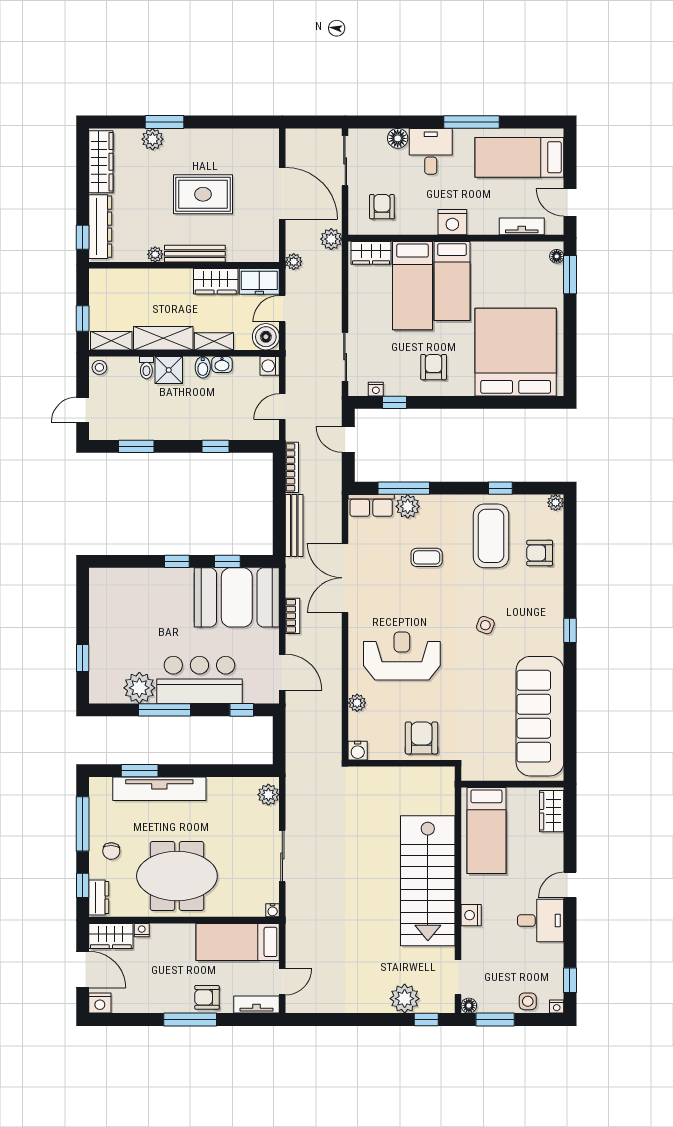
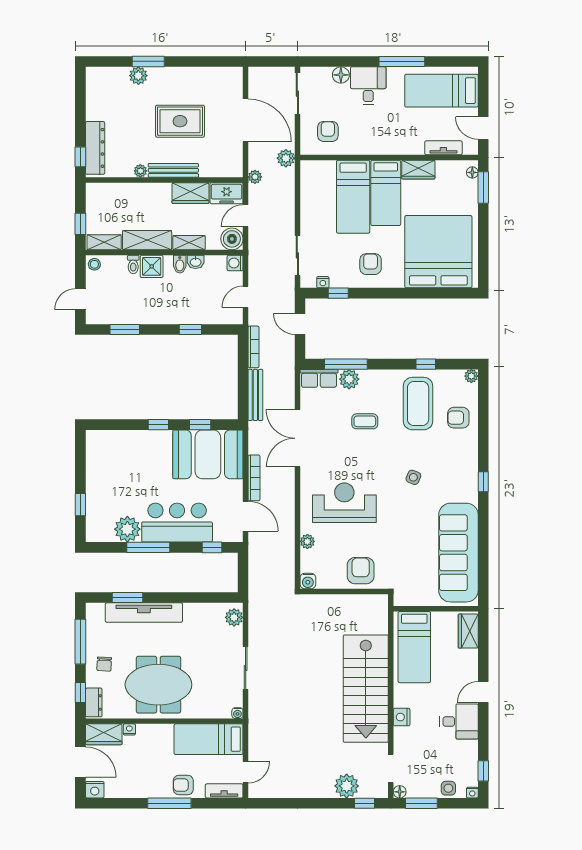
wardrobe: (101, 162) -> (96, 94), removed
nightstand: (452, 222) -> (386, 144), removed
wardrobe: (371, 253) -> (418, 170), moved
bookcase: (293, 616) -> (254, 478), width x1.56

